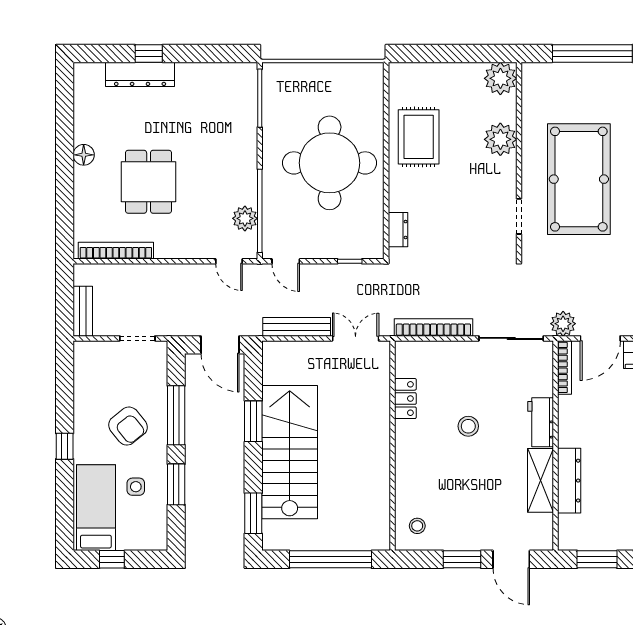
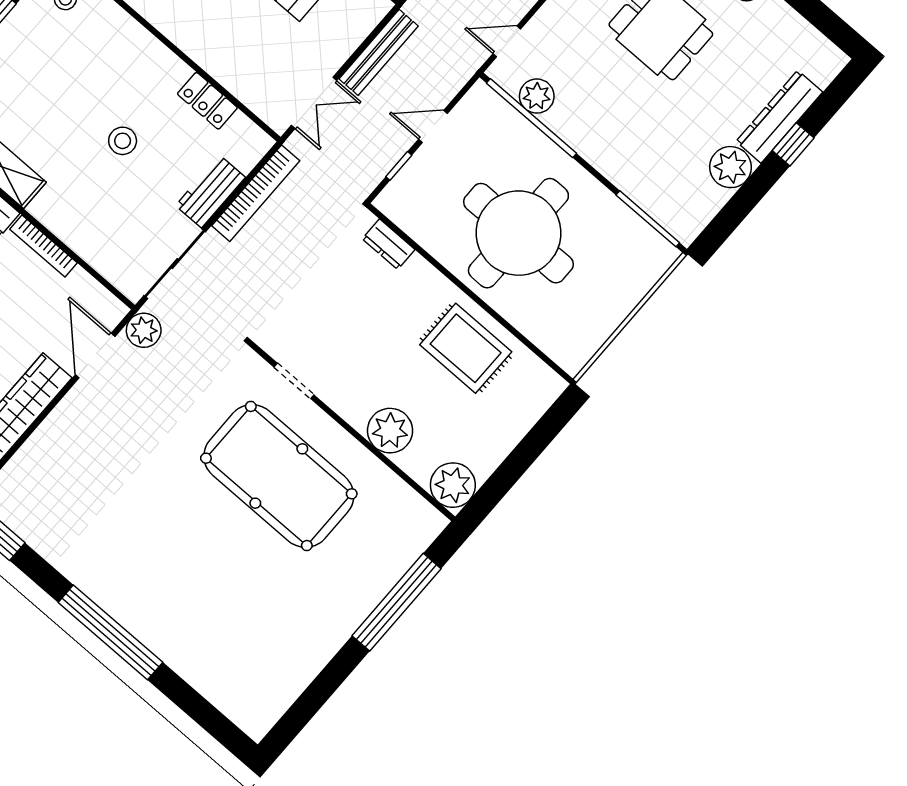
plant: (191, 77) -> (731, 167), added
door: (286, 261) -> (433, 126), moved
bookcase: (564, 367) -> (43, 246), moved
workbench: (541, 422) -> (210, 191), moved, turned -90

